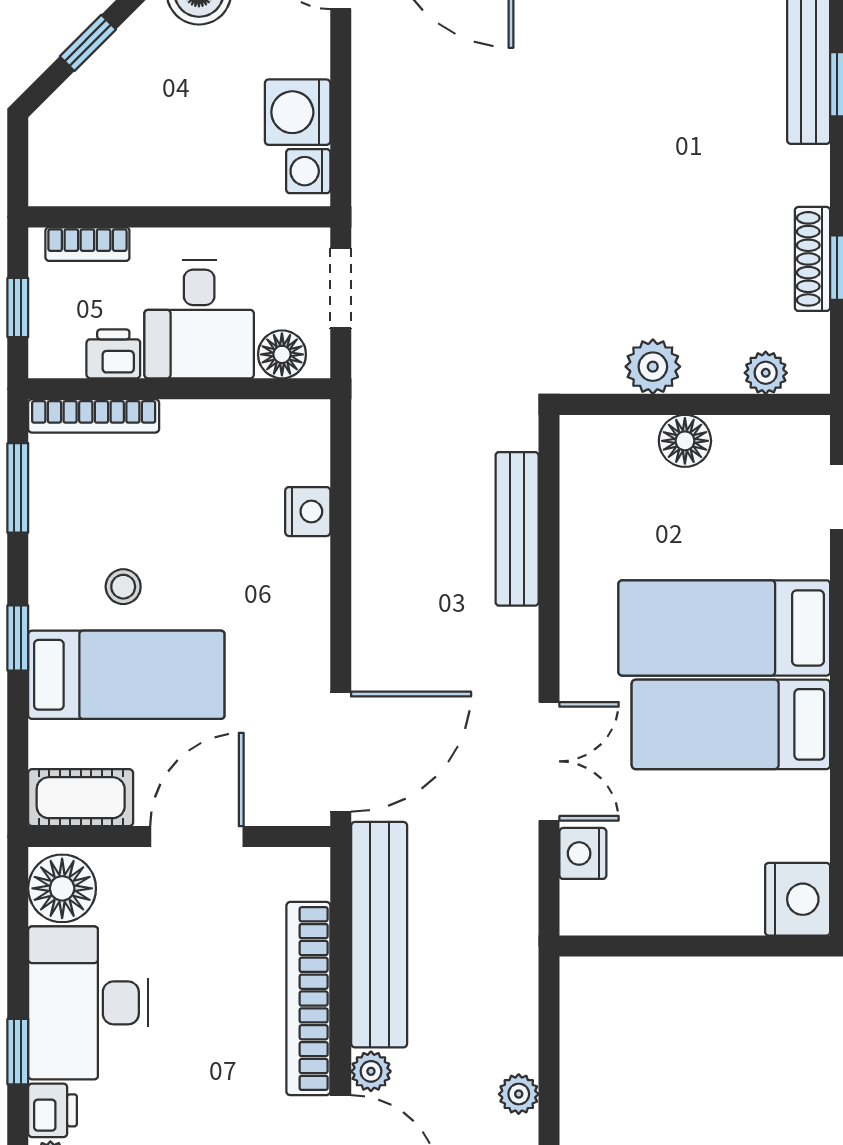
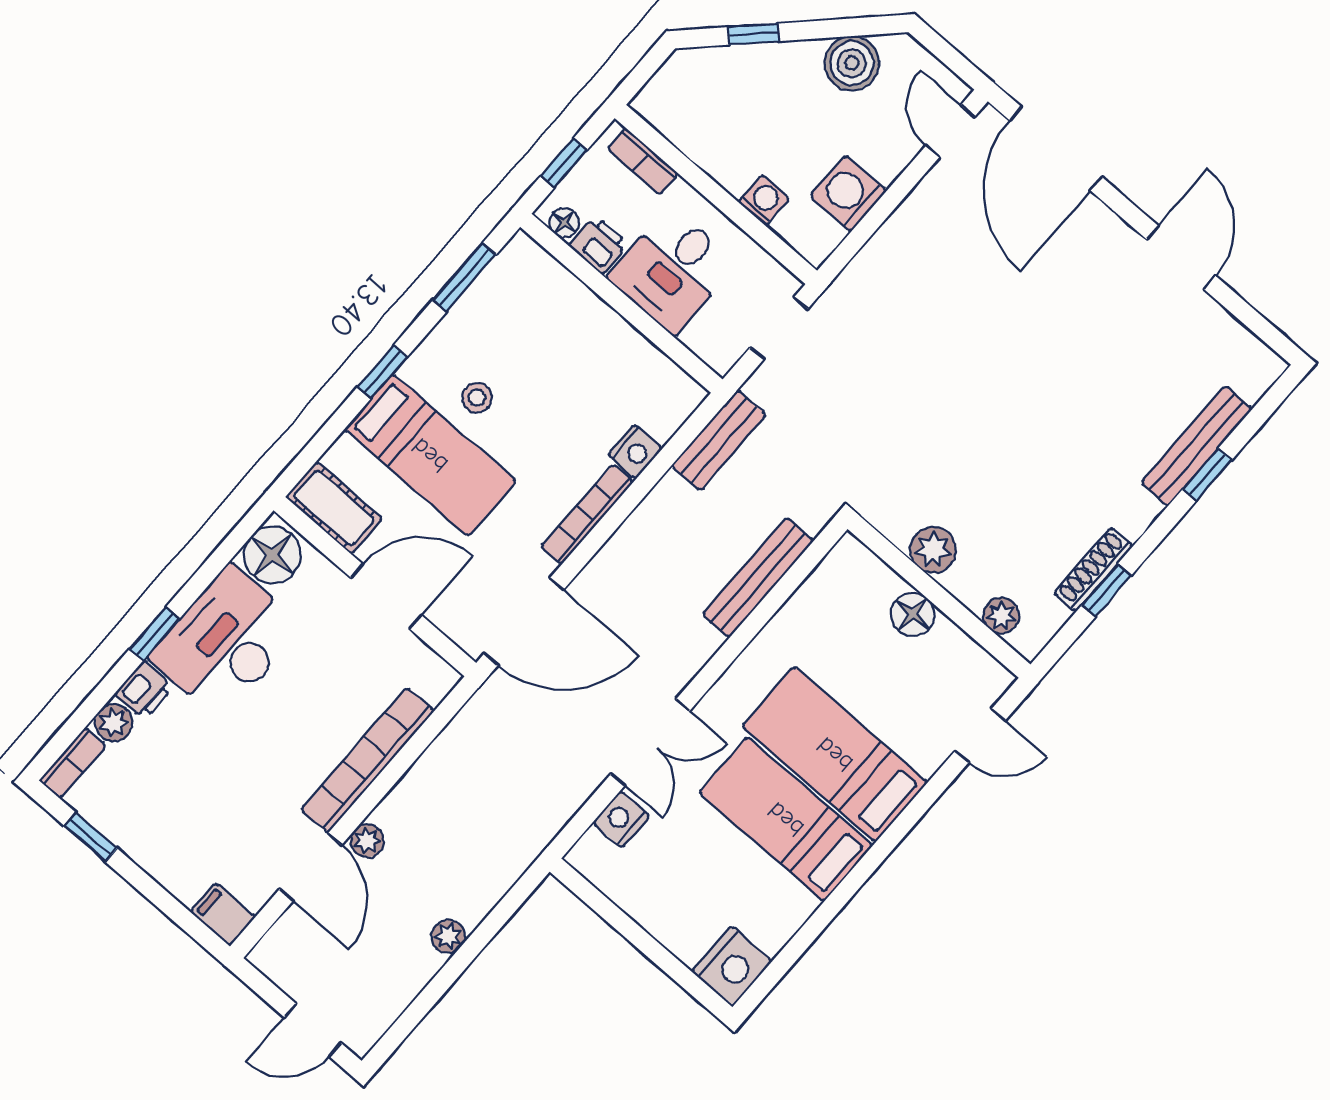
washing machine: (308, 171) -> (764, 200), moved, turned 90
floor lamp: (282, 354) -> (564, 223), moved, width x0.73, depth x0.73
bookcase: (94, 416) -> (587, 514), moved, turned 90
bench: (379, 935) -> (719, 440), moved, width x0.54, depth x0.82

